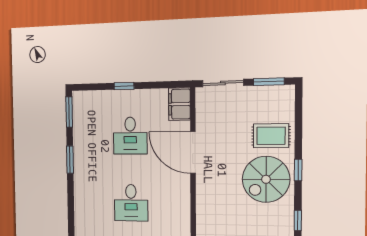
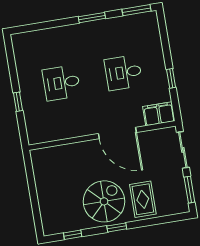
window: (124, 86) -> (171, 78), moved
door: (193, 152) -> (117, 133), swing flipped
spiral stairs: (266, 179) -> (104, 201), turned 90

